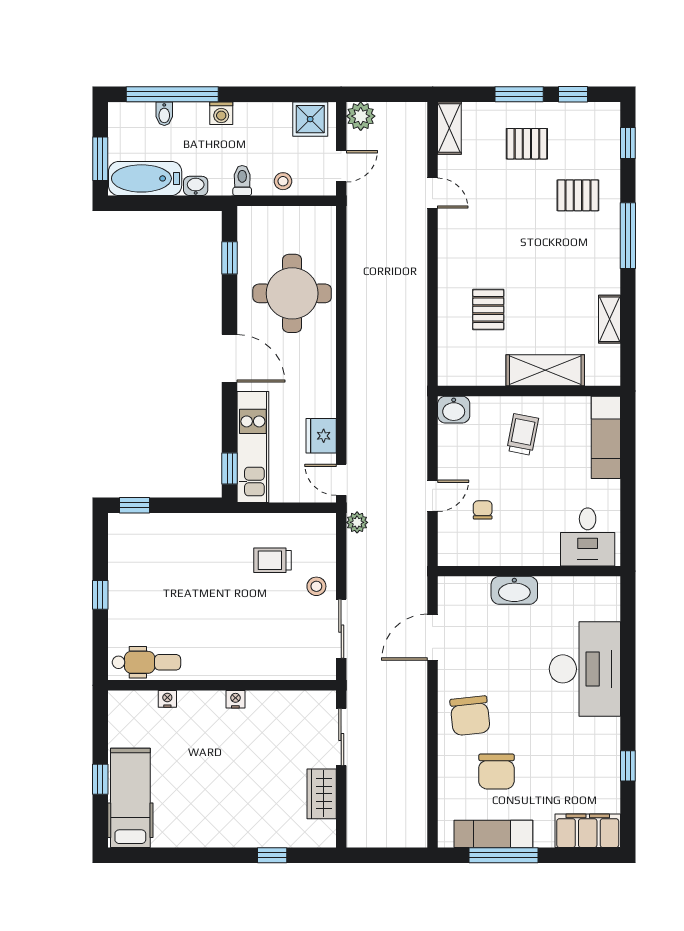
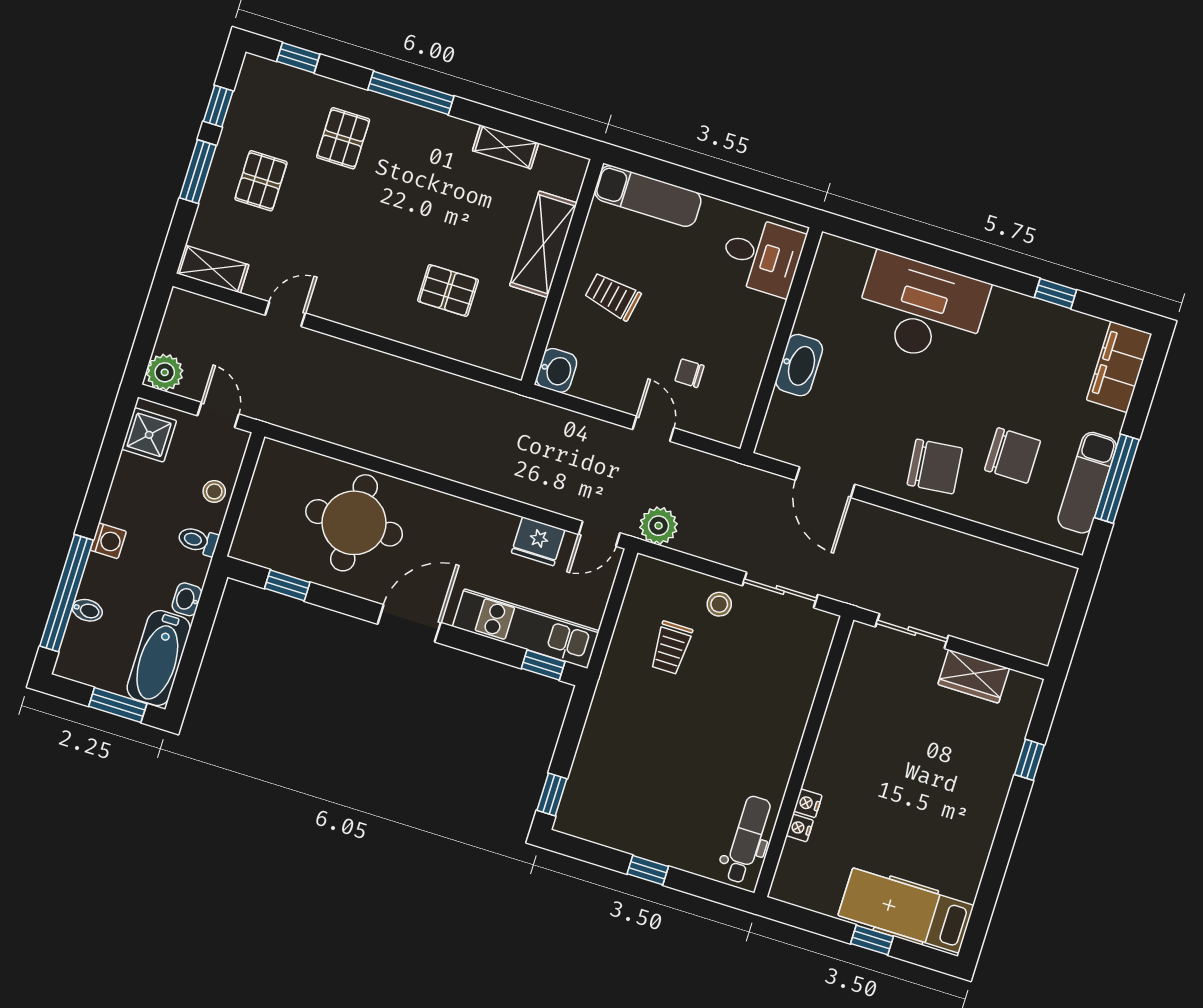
plant: (357, 522) -> (659, 526), width x1.38, depth x1.38
nightstand: (235, 699) -> (808, 803), moved

